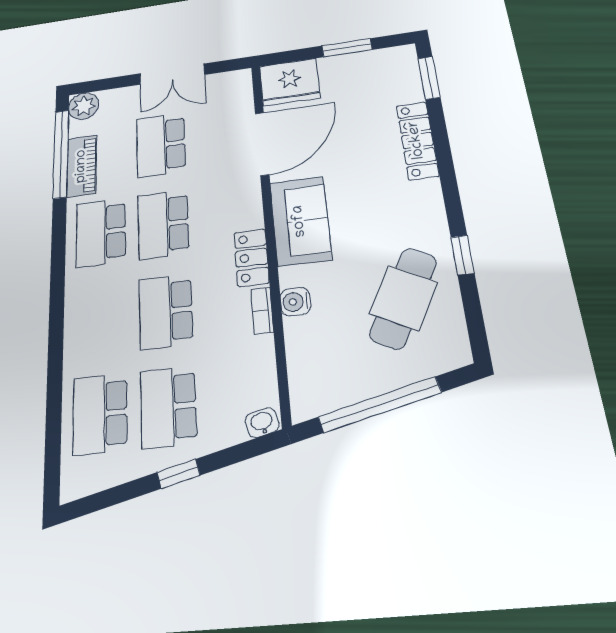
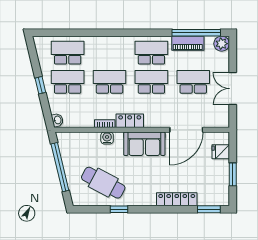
fridge: (290, 82) -> (221, 152), width x0.53, depth x0.75
door: (262, 144) -> (186, 130), hinge flipped

